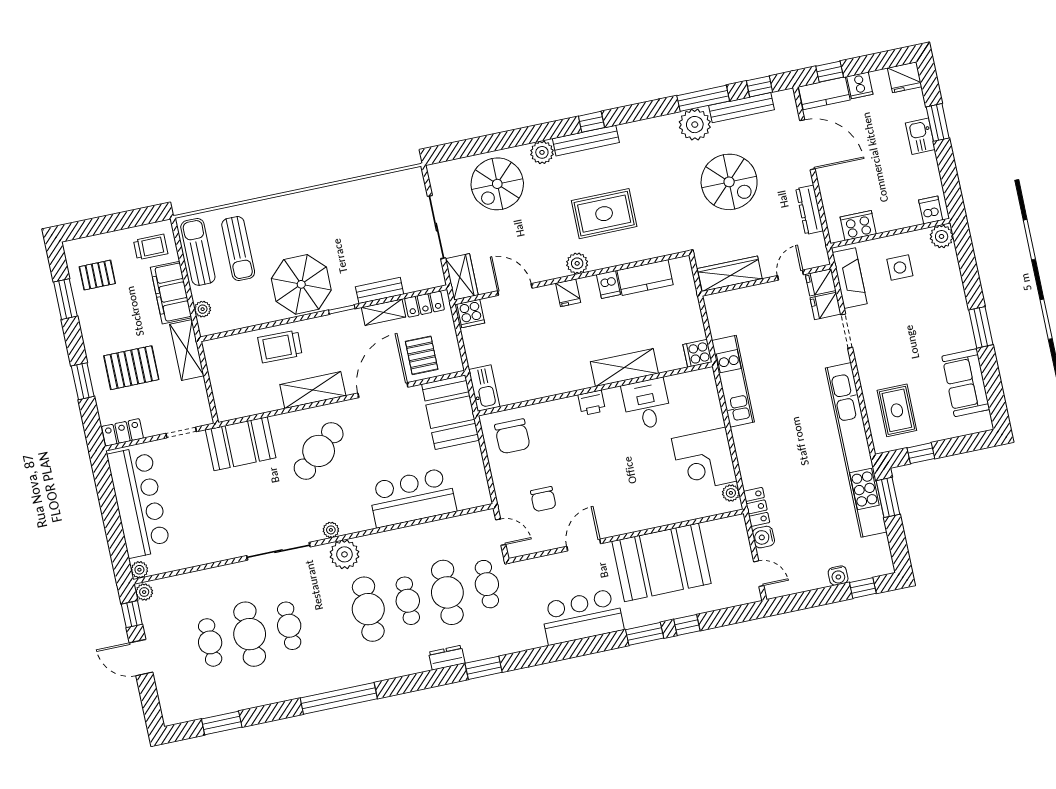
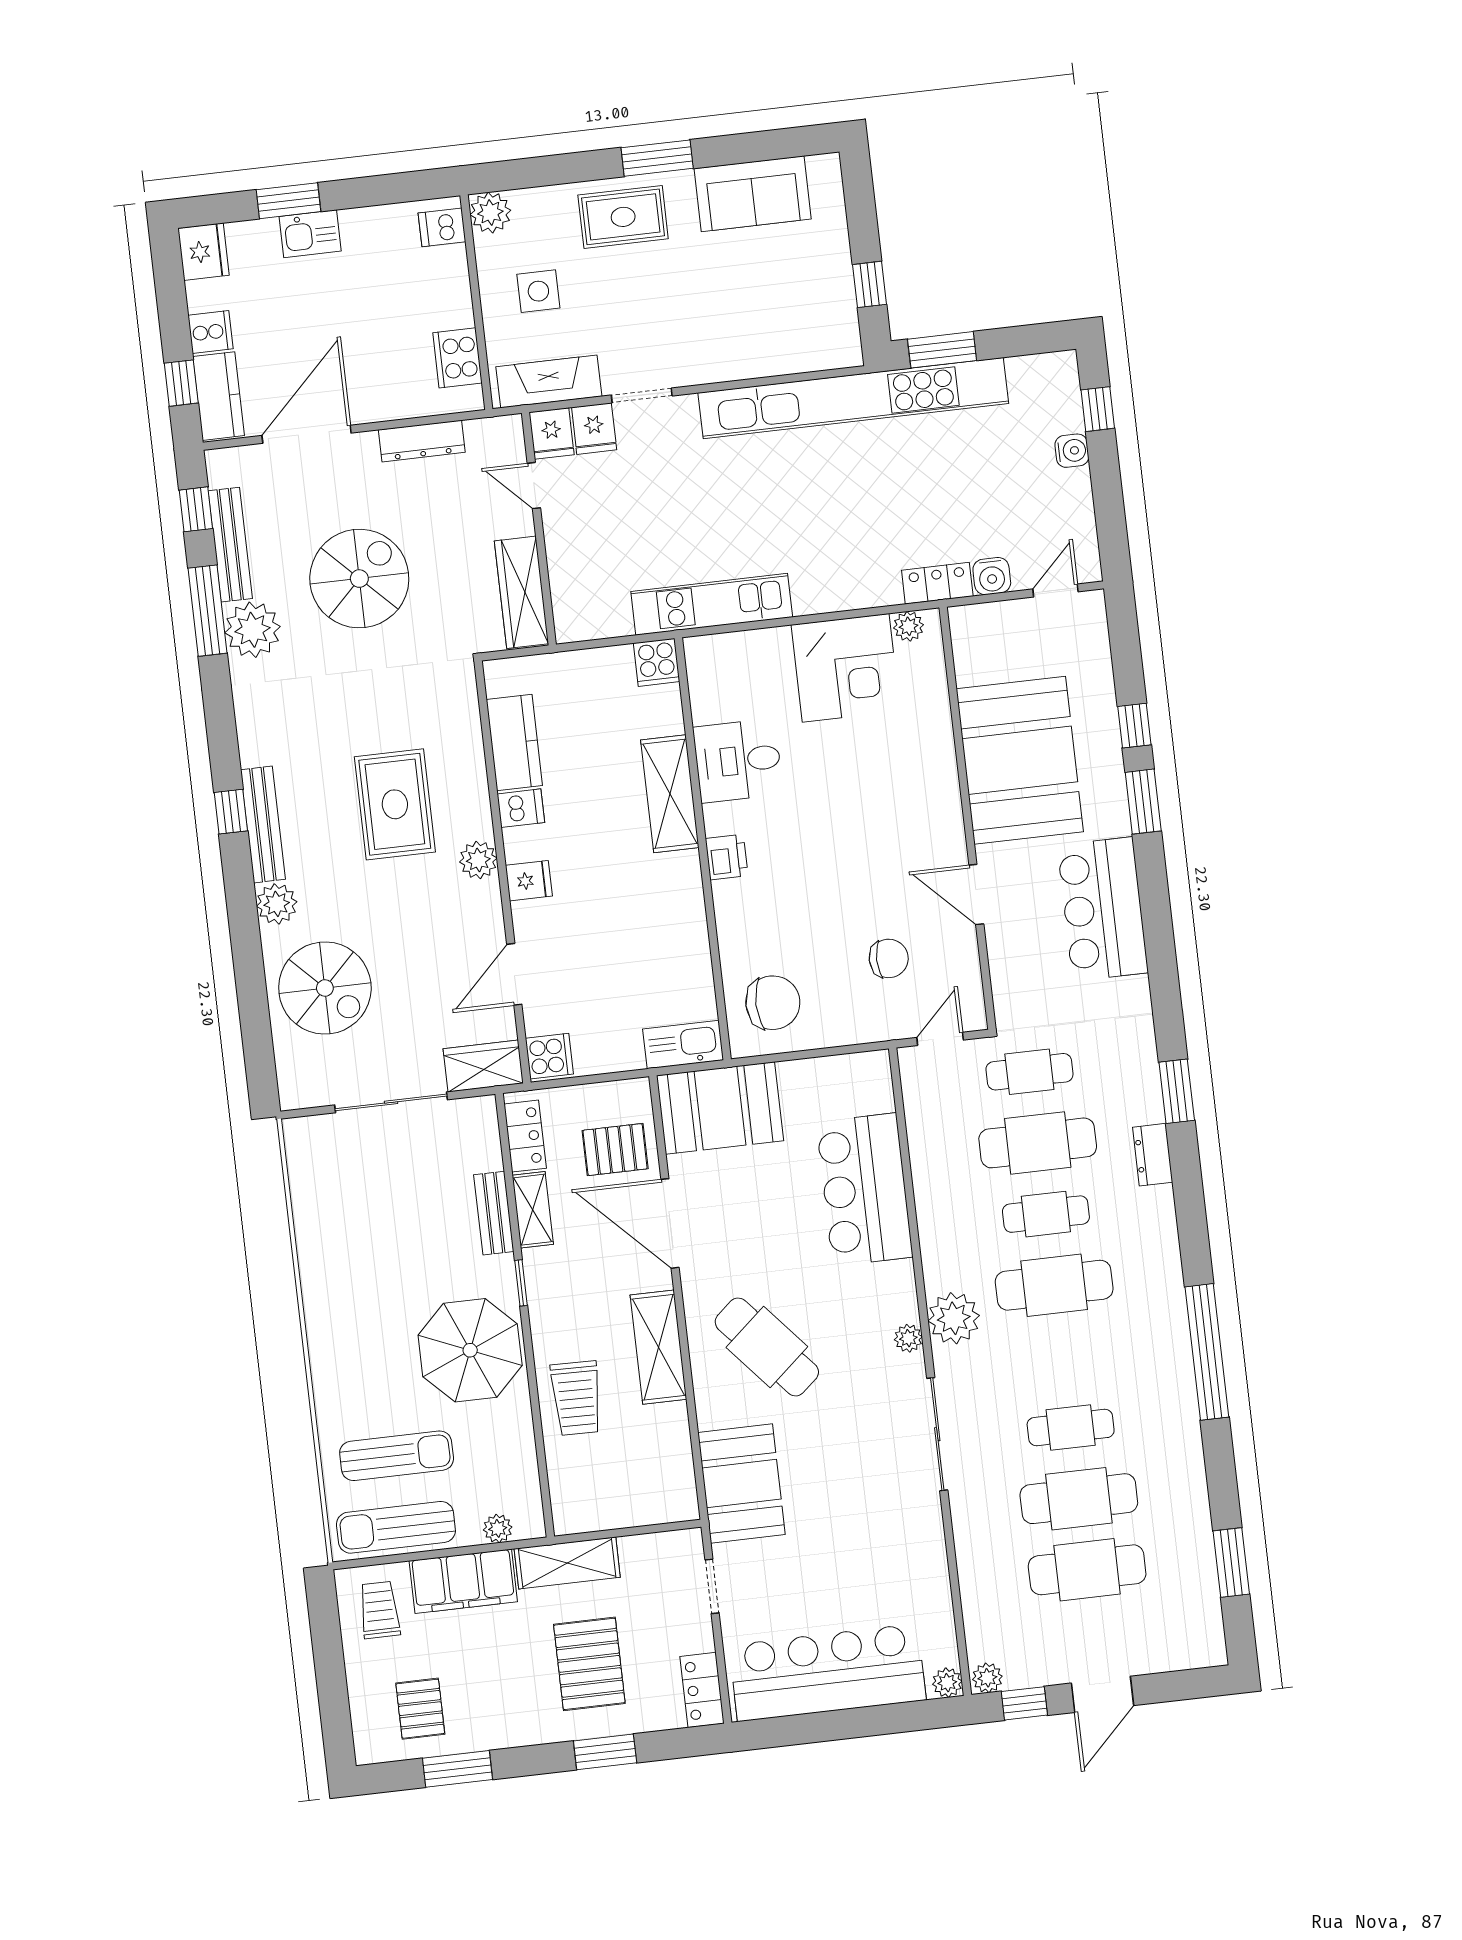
rug: (897, 410) -> (623, 217), moved
cafe table: (210, 642) -> (1087, 1570), width x1.37, depth x1.35

